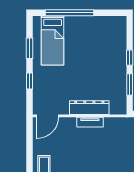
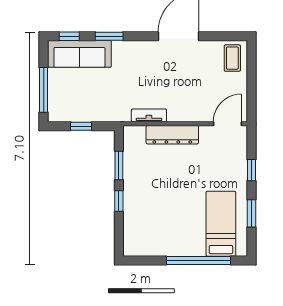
tv unit: (90, 122) -> (149, 115), moved

